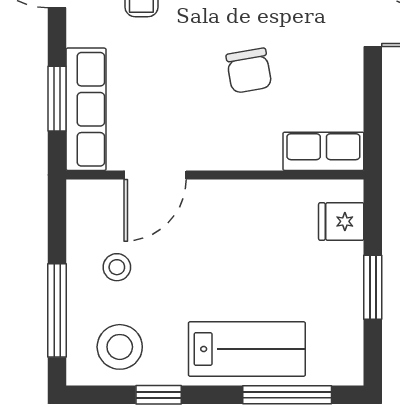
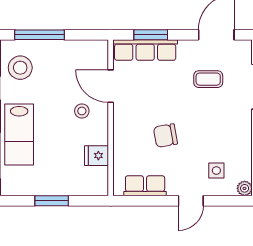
row of seats: (323, 151) -> (145, 186), moved, turned -90
fridge: (341, 221) -> (97, 156), moved, turned -90
stool: (117, 267) -> (82, 111), moved

